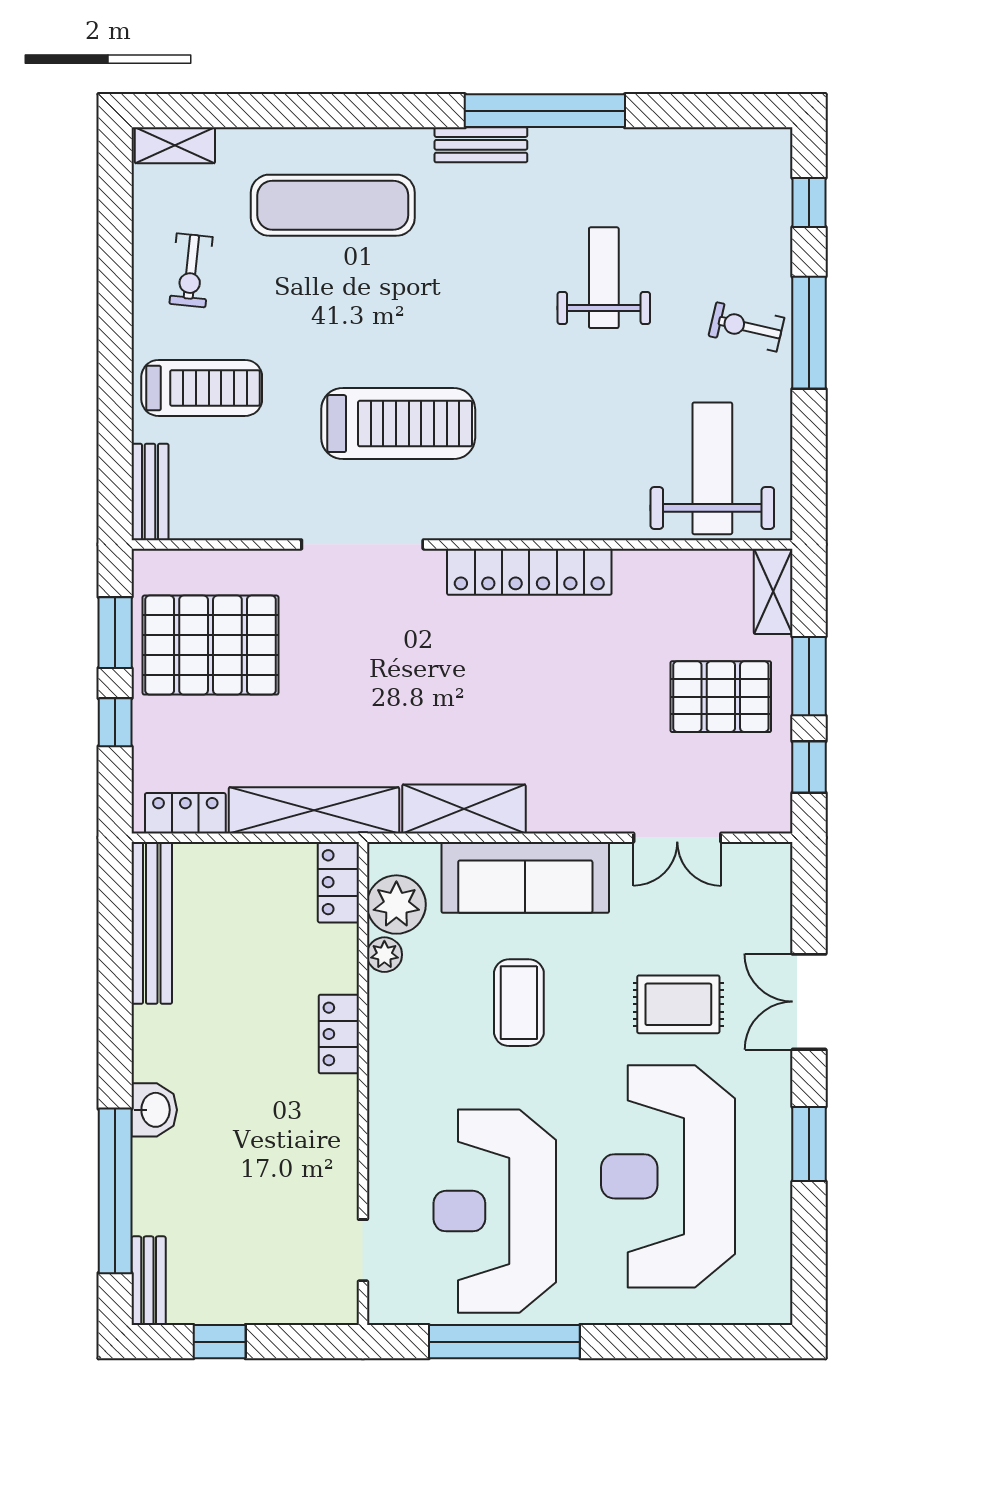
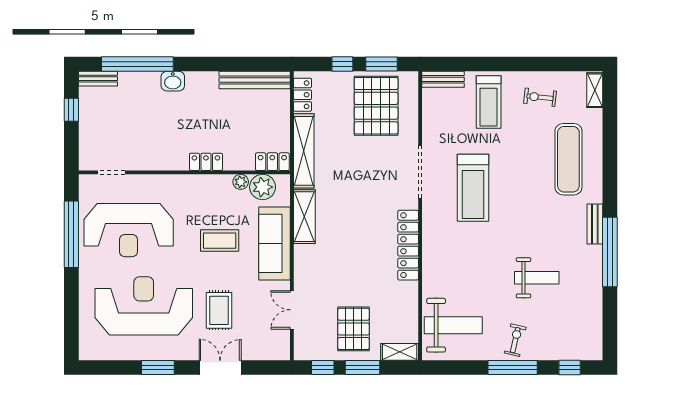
reception desk: (495, 1211) -> (129, 230), turned 180

